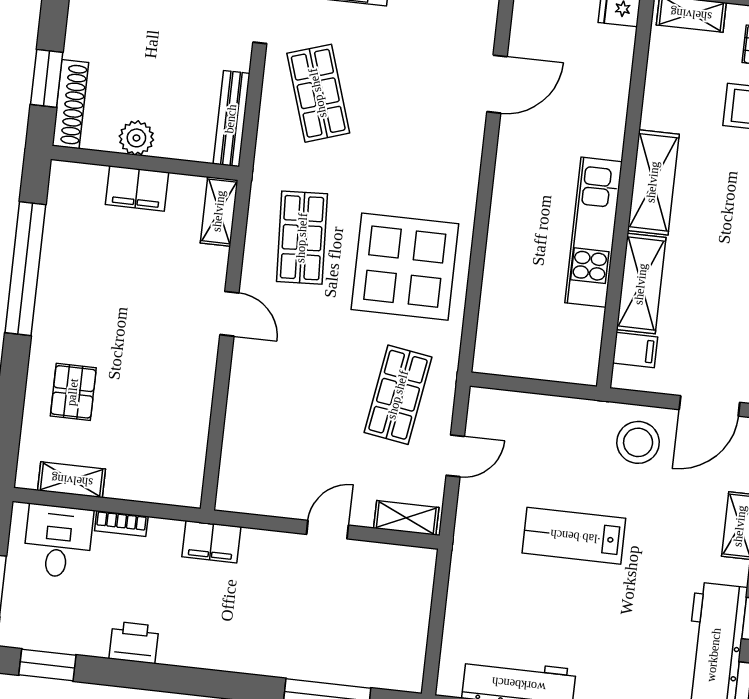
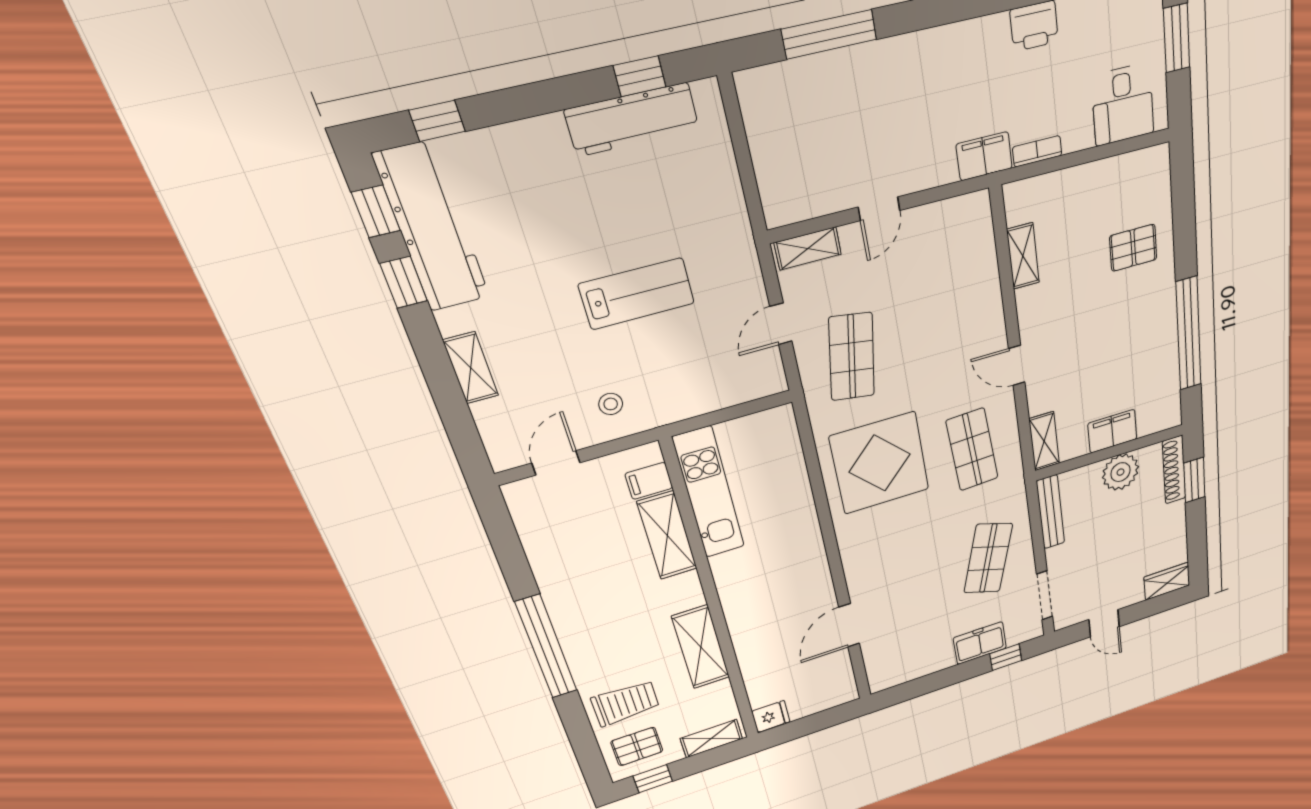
shop shelf: (318, 93) -> (988, 558), turned 36
plant: (136, 138) -> (1121, 472), width x1.36, depth x1.36
shelving: (653, 182) -> (701, 647), moved
kitchen unit: (594, 232) -> (709, 493), moved
pallet: (73, 392) -> (1133, 248), turned 90
door: (709, 406) -> (556, 463), width x0.73
stool: (638, 442) -> (611, 404), width x0.53, depth x0.53
shelving: (72, 480) -> (1023, 256), moved, turned 90
bookcase: (121, 524) -> (1037, 151), moved

